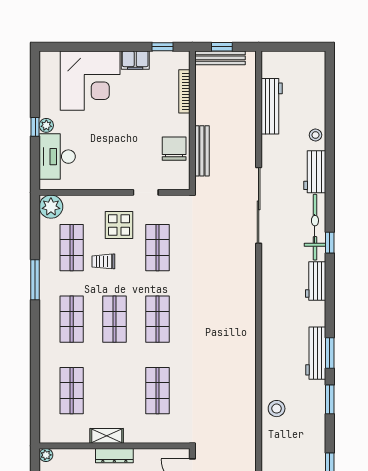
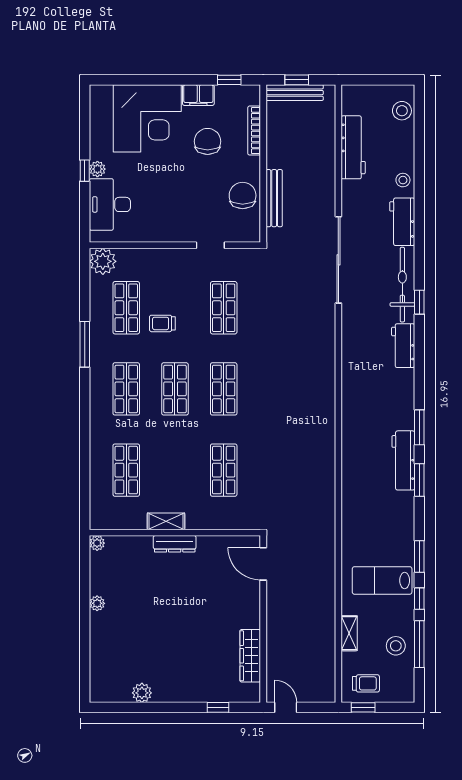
chair: (143, 101) -> (208, 141), added
display table: (119, 225) -> (180, 282), removed
workbench: (316, 353) -> (403, 460), moved
stool: (277, 409) -> (402, 111), moved

